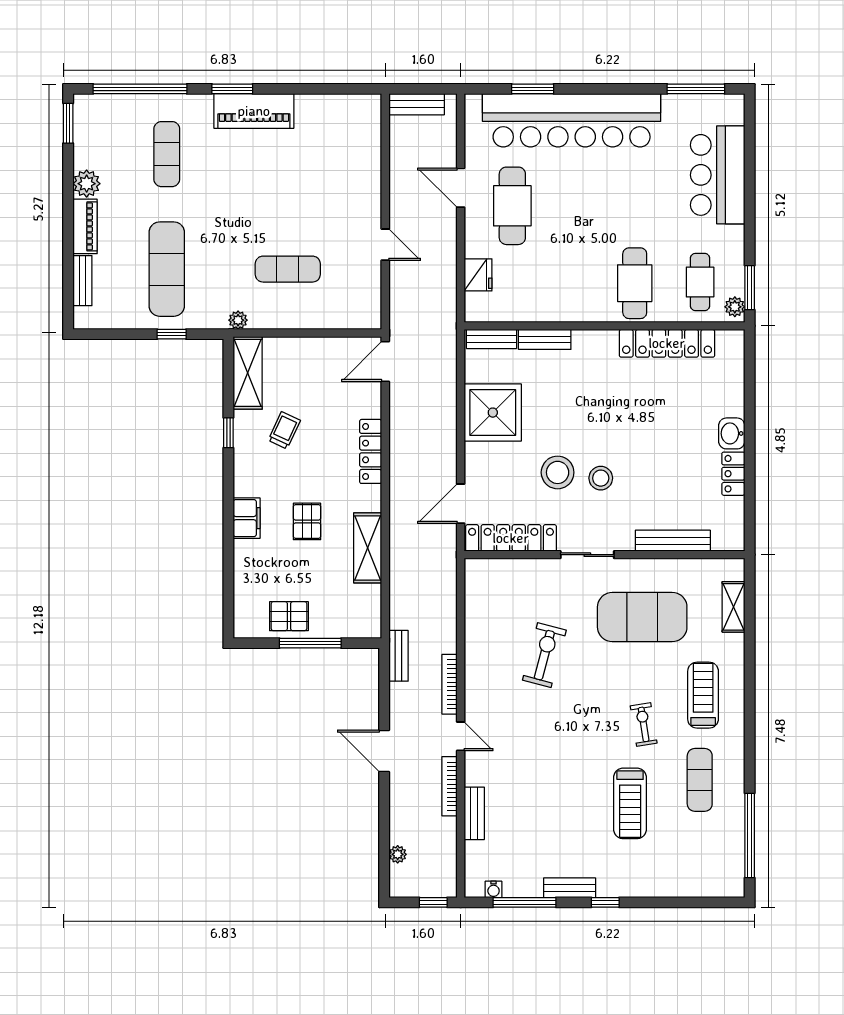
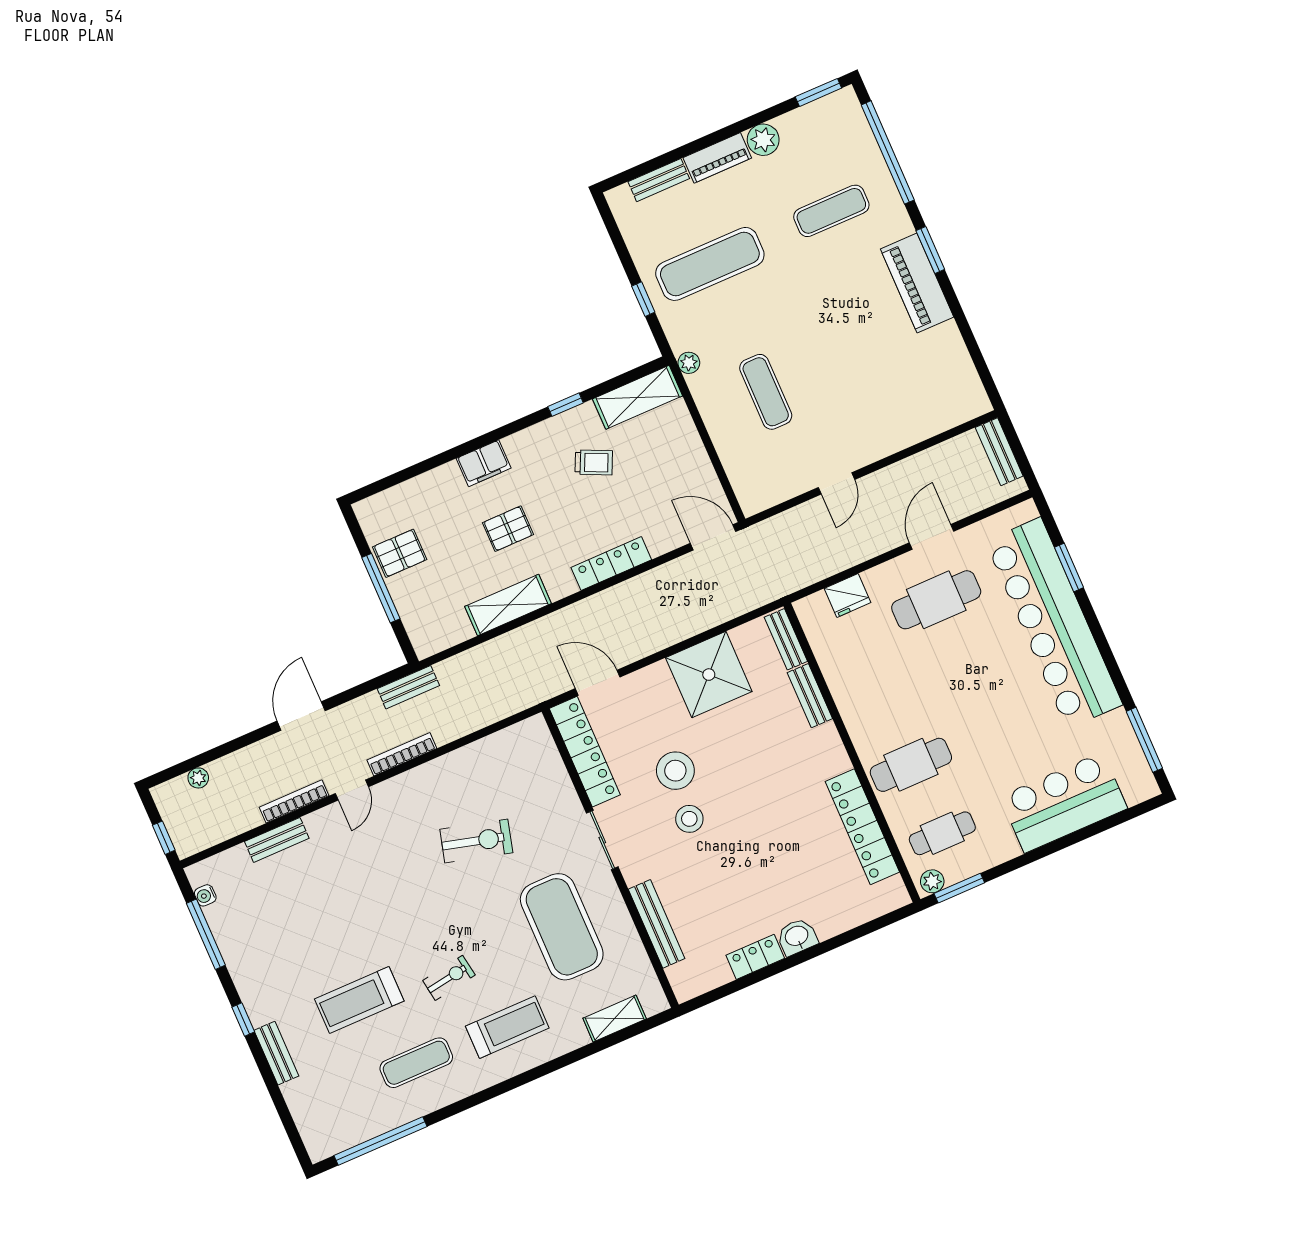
pallet: (289, 616) -> (400, 553), turned 90
bench: (570, 888) -> (276, 1053), moved

